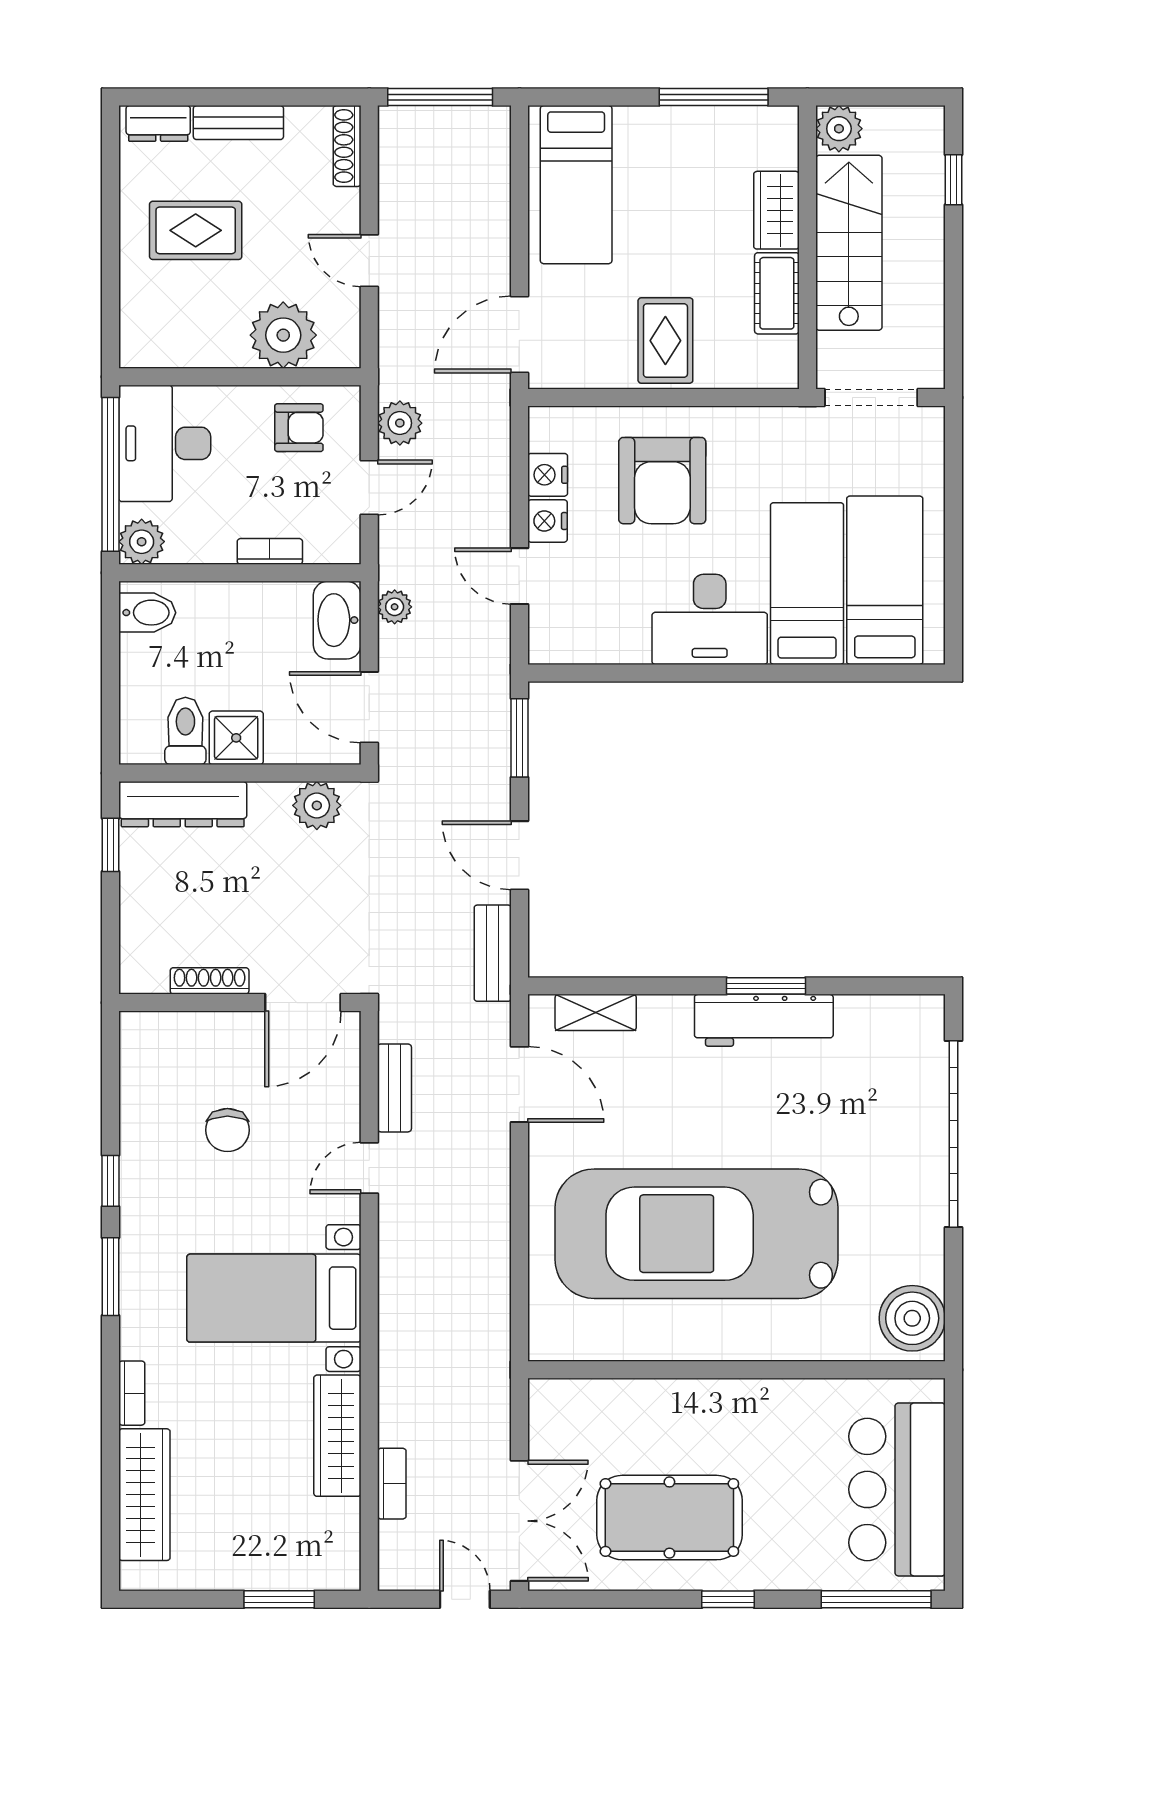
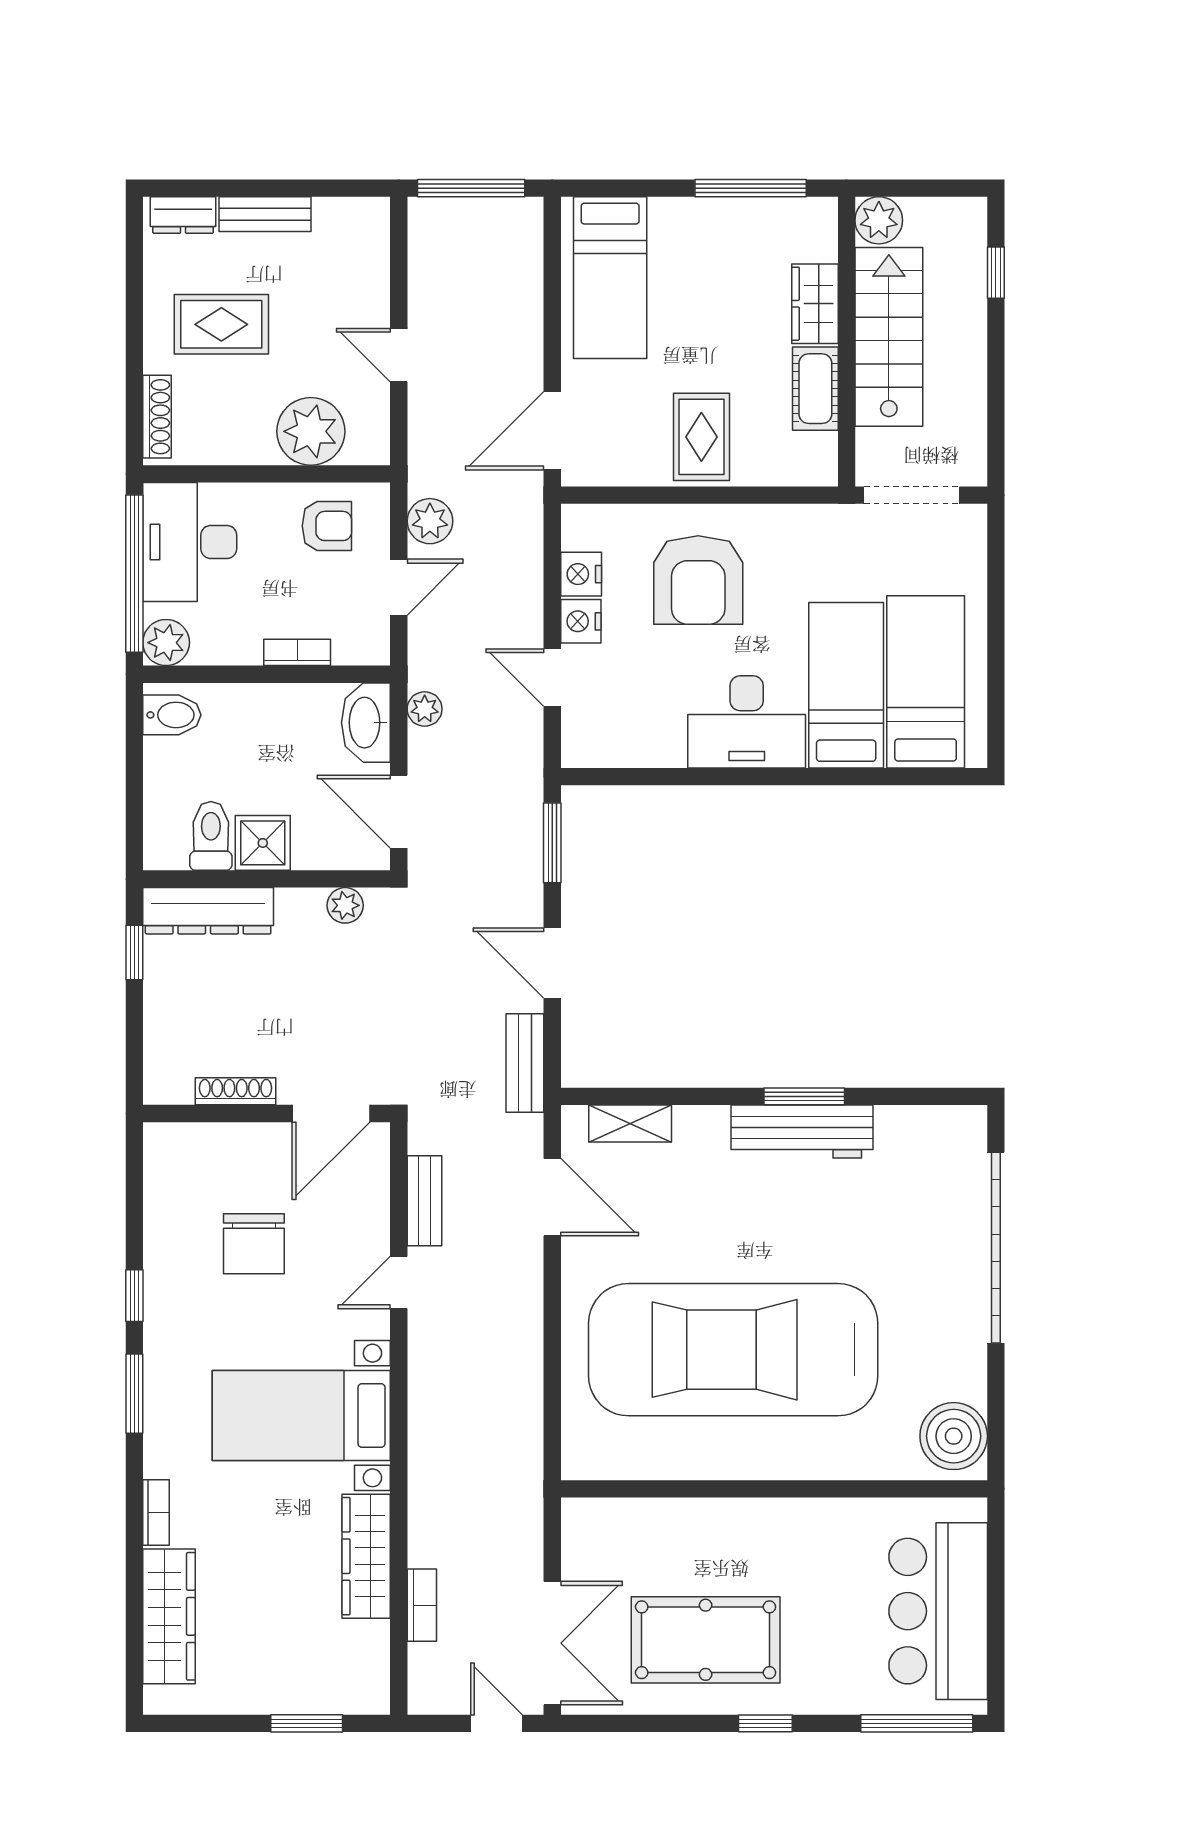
shoe rack: (347, 146) -> (157, 417), moved, turned 180
plant: (317, 805) -> (345, 905), width x0.73, depth x0.73
chair: (227, 1130) -> (254, 1244), width x1.37, depth x1.37

